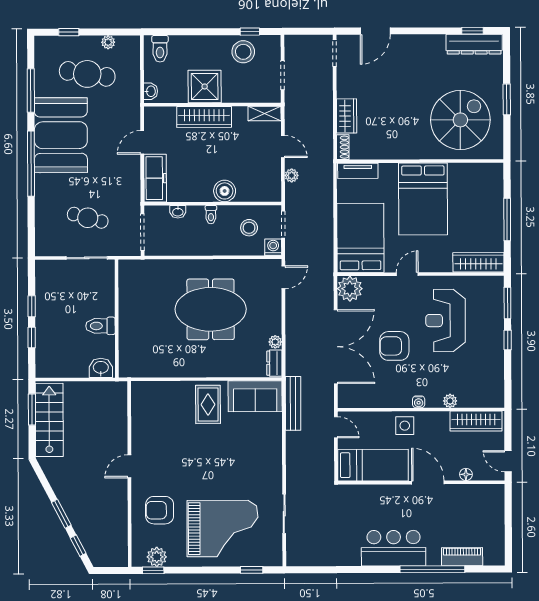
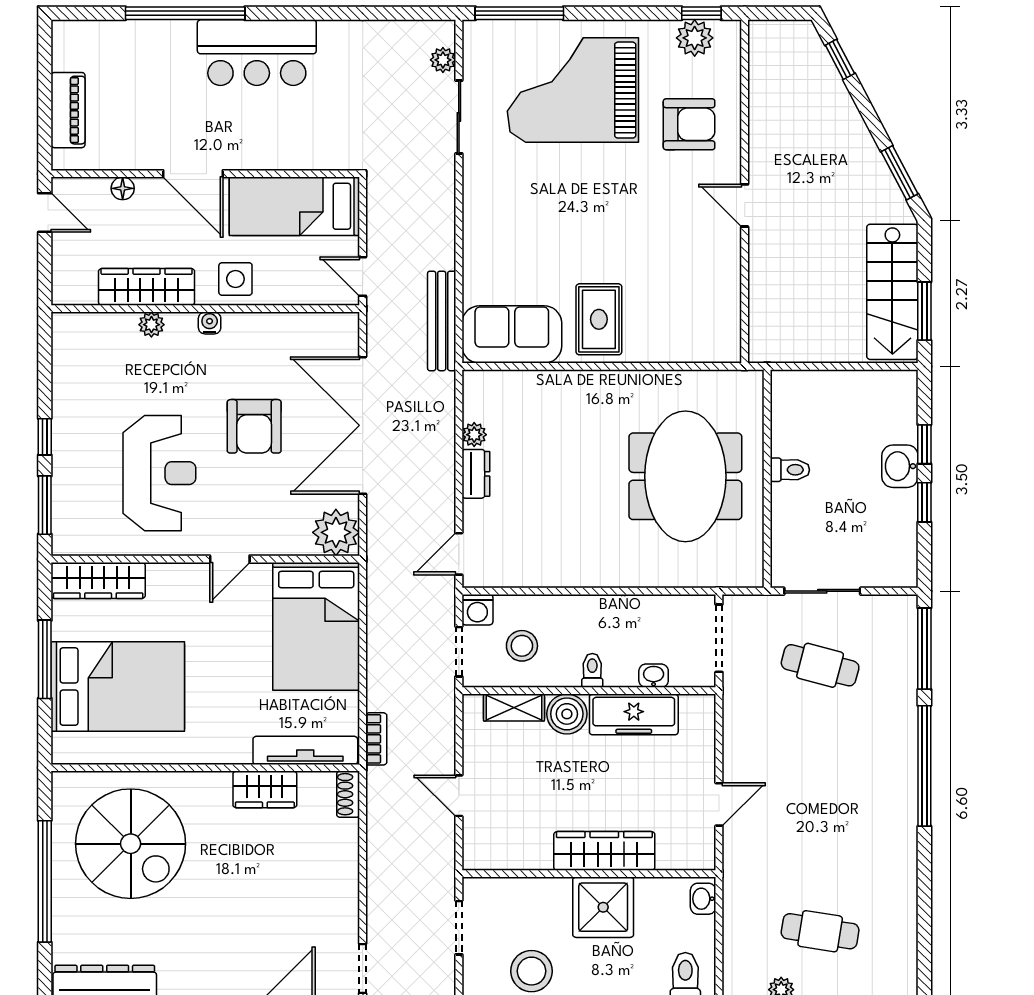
cafe table: (87, 74) -> (820, 931), width x0.73, depth x0.74
window: (31, 90) -> (924, 649), moved
window: (507, 99) -> (45, 881), width x2.11
shelving: (265, 114) -> (514, 708), moved
wardrobe: (347, 116) -> (265, 789), moved, turned -90
spiral stairs: (460, 120) -> (131, 844), turned -90
booth: (61, 135) -> (869, 818), removed
tv unit: (358, 171) -> (305, 750), width x1.41
plant: (292, 175) -> (443, 60), moved
bookcase: (328, 177) -> (376, 739), added
freezer: (155, 178) -> (634, 714), moved, turned -90
bed: (423, 199) -> (118, 686), moved, turned 90
meeting table: (211, 309) -> (685, 476), moved, turned 90
toilet: (100, 326) -> (790, 470), width x0.73, depth x0.72
armchair: (394, 346) -> (254, 426), turned 90
dresser: (274, 363) -> (476, 474), moved
washbasin: (101, 368) -> (900, 466), moved, turned 90
wardrobe: (476, 421) -> (147, 287), moved
door: (129, 466) -> (745, 205), swing flipped
window: (61, 514) -> (900, 173), moved
piano: (462, 557) -> (68, 110), moved, turned -90
window: (252, 570) -> (519, 13), width x2.17

